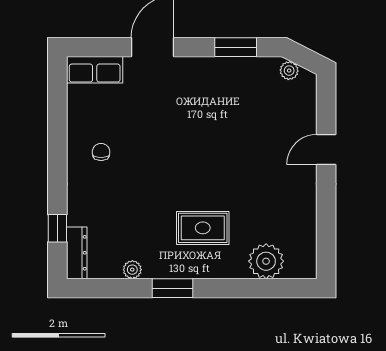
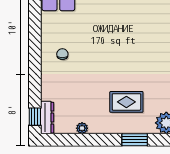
window: (57, 228) -> (35, 117), moved
window: (172, 288) -> (135, 140), moved

